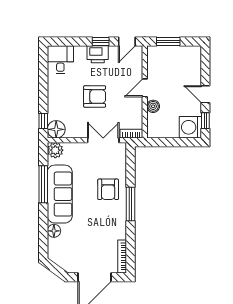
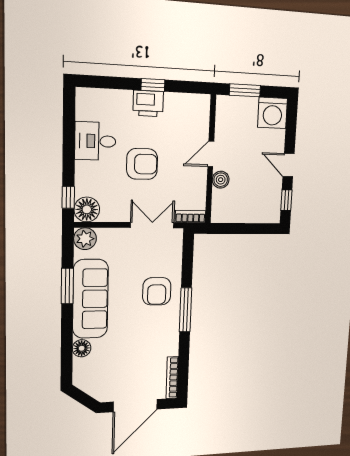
door: (127, 42) -> (189, 87), removed
desk: (60, 60) -> (95, 141), moved, turned -90
washing machine: (190, 127) -> (273, 113), moved, turned -90
window: (43, 184) -> (67, 286), width x0.69

